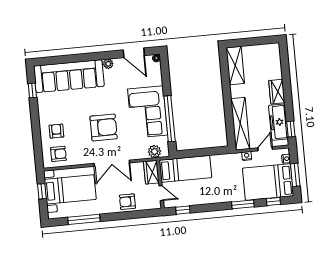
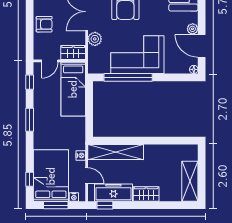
door: (134, 53) -> (202, 46), hinge flipped
plant: (108, 64) -> (193, 29), moved
shelving: (235, 66) -> (190, 181), moved, turned 90
plant: (154, 151) -> (95, 39), moved
armchair: (127, 202) -> (44, 24), turned 90
window: (243, 204) -> (30, 120), moved

